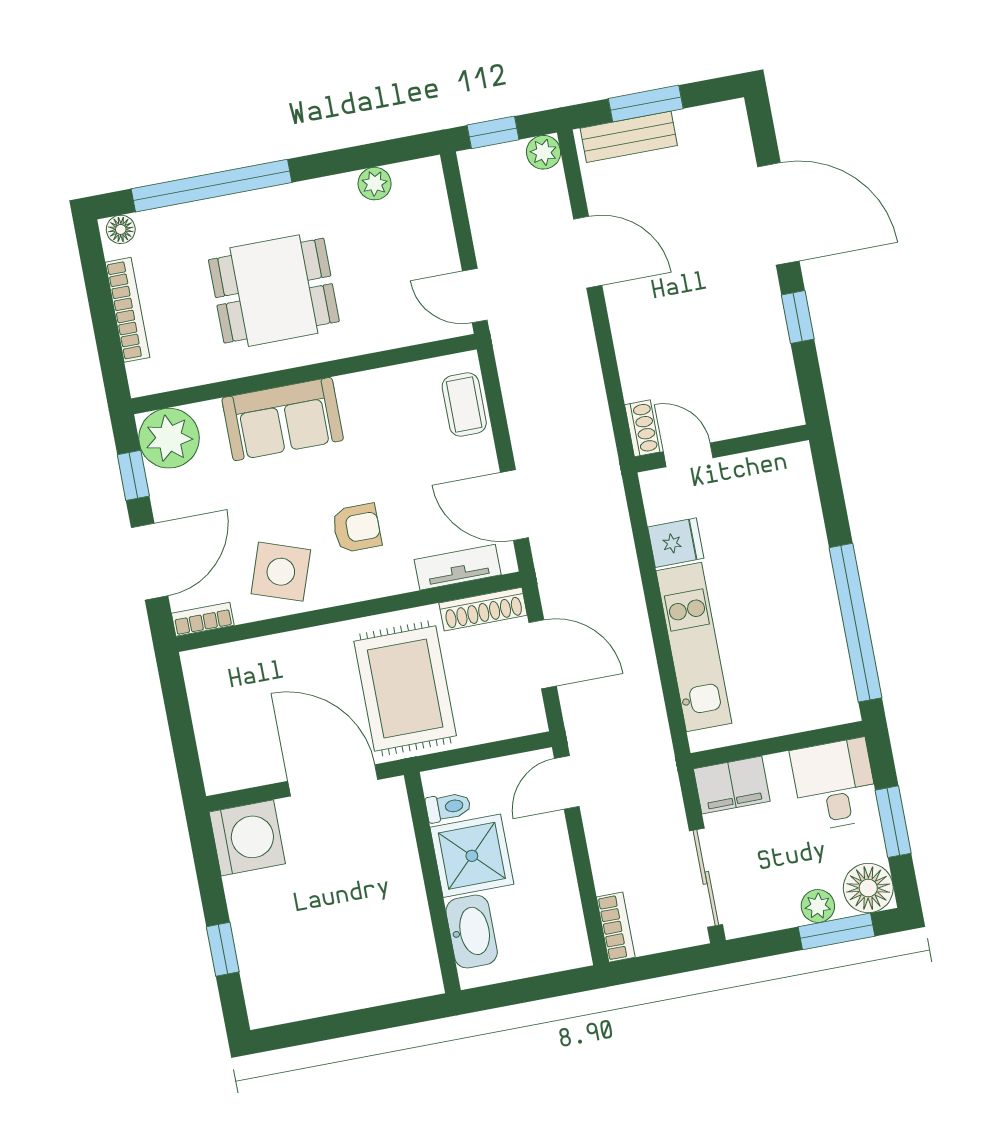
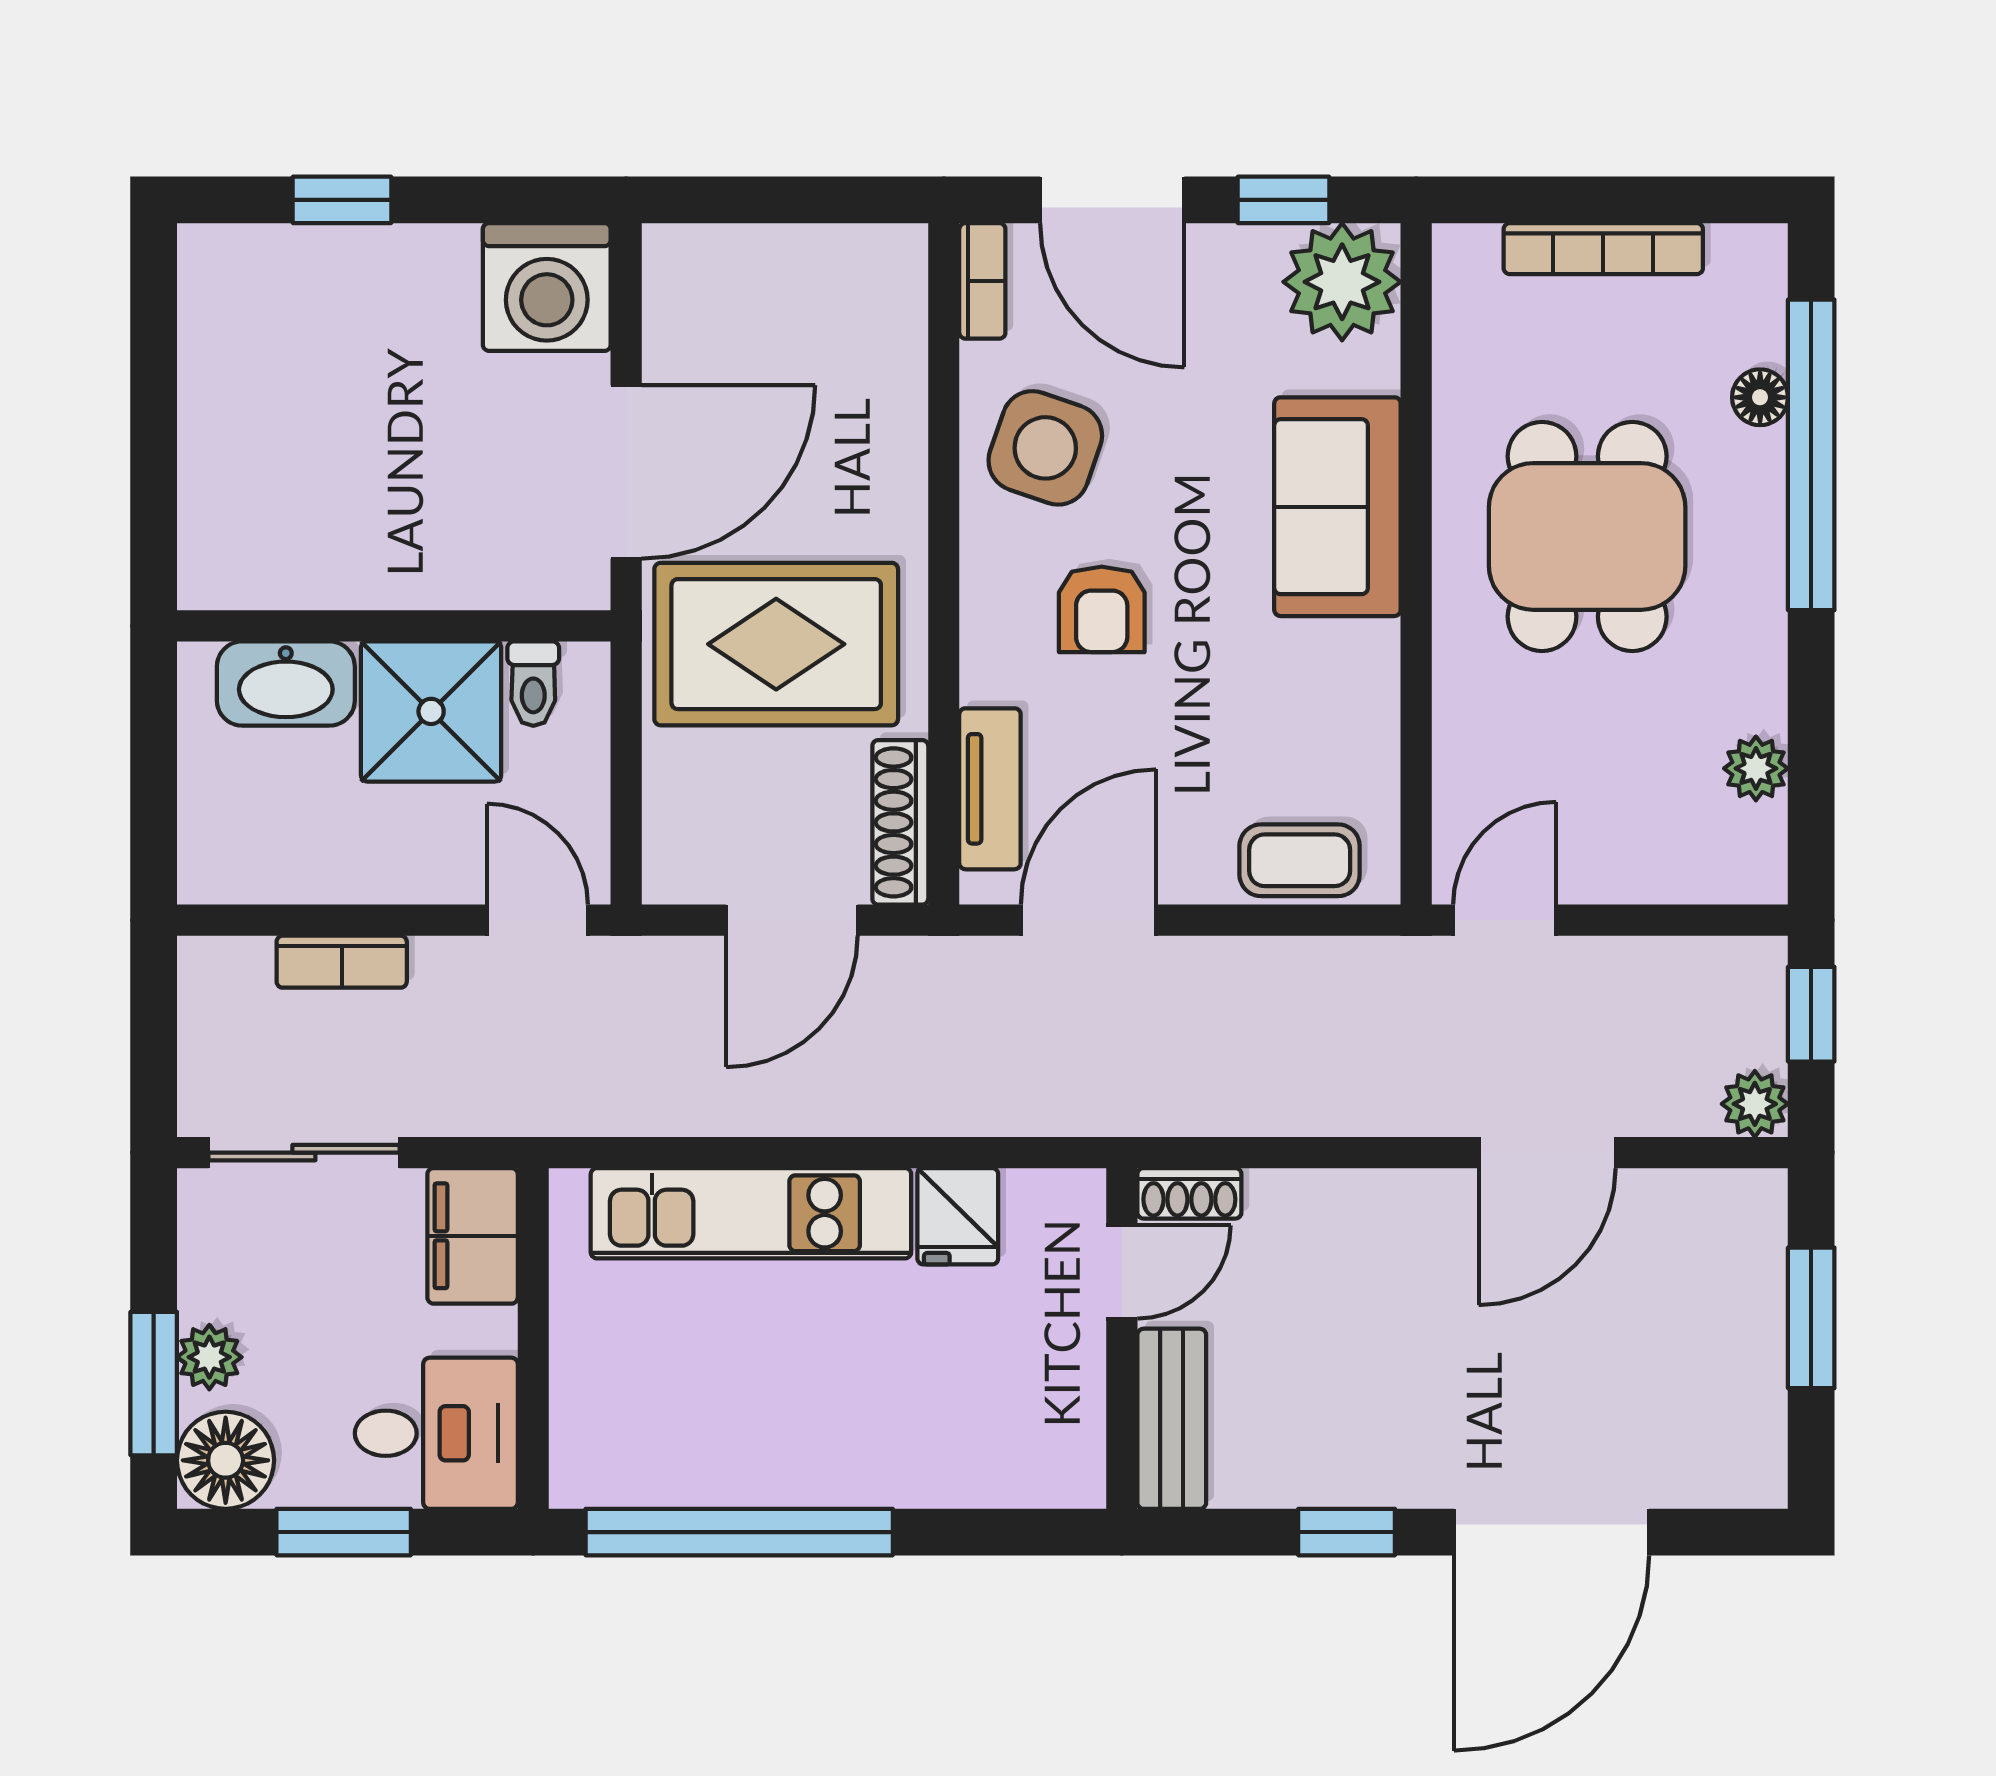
bench: (629, 137) -> (1172, 1419), moved
floor lamp: (121, 229) -> (1760, 397), moved
bookcase: (616, 927) -> (342, 962), moved

